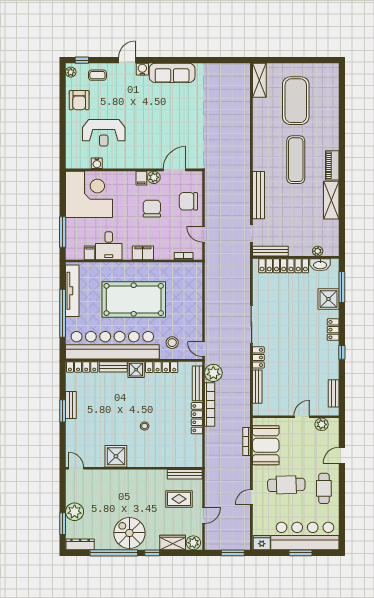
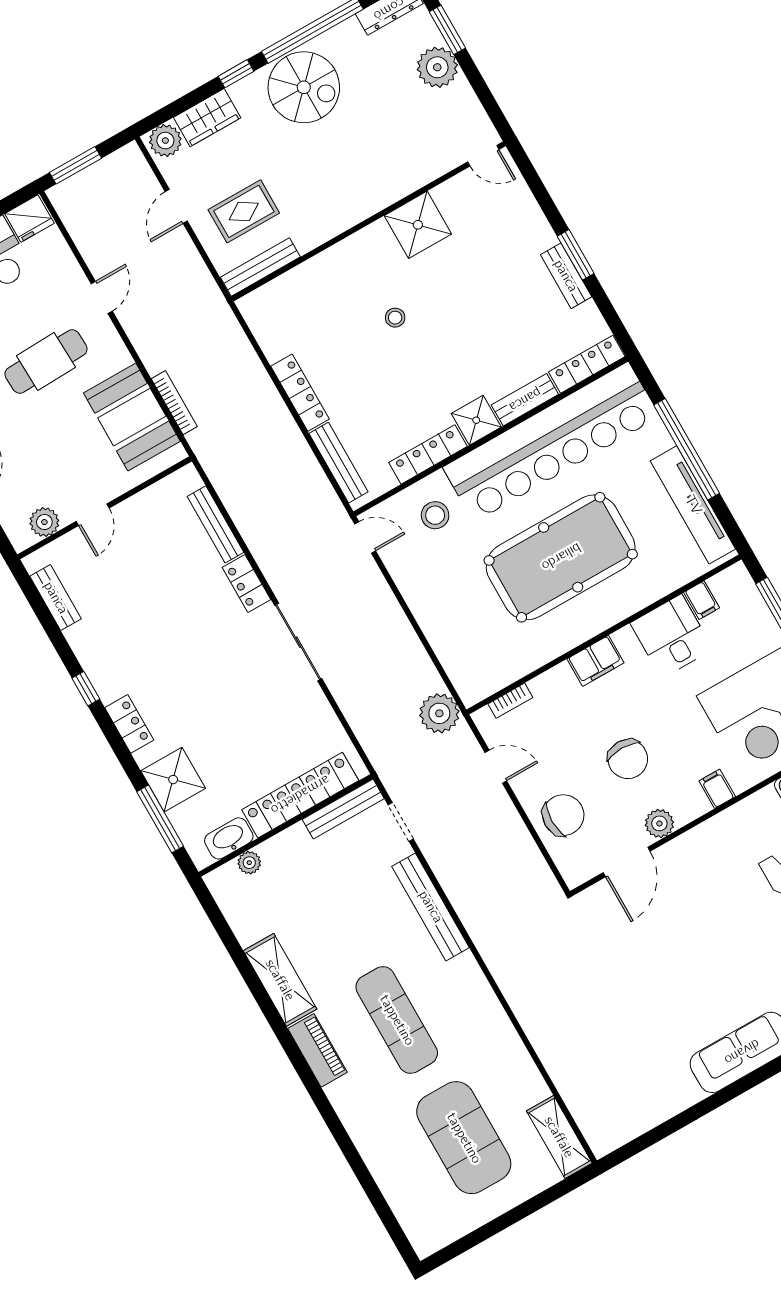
filing cabinet: (141, 178) -> (717, 789), moved
plant: (213, 373) -> (439, 713), moved
bookcase: (210, 404) -> (290, 435), removed

